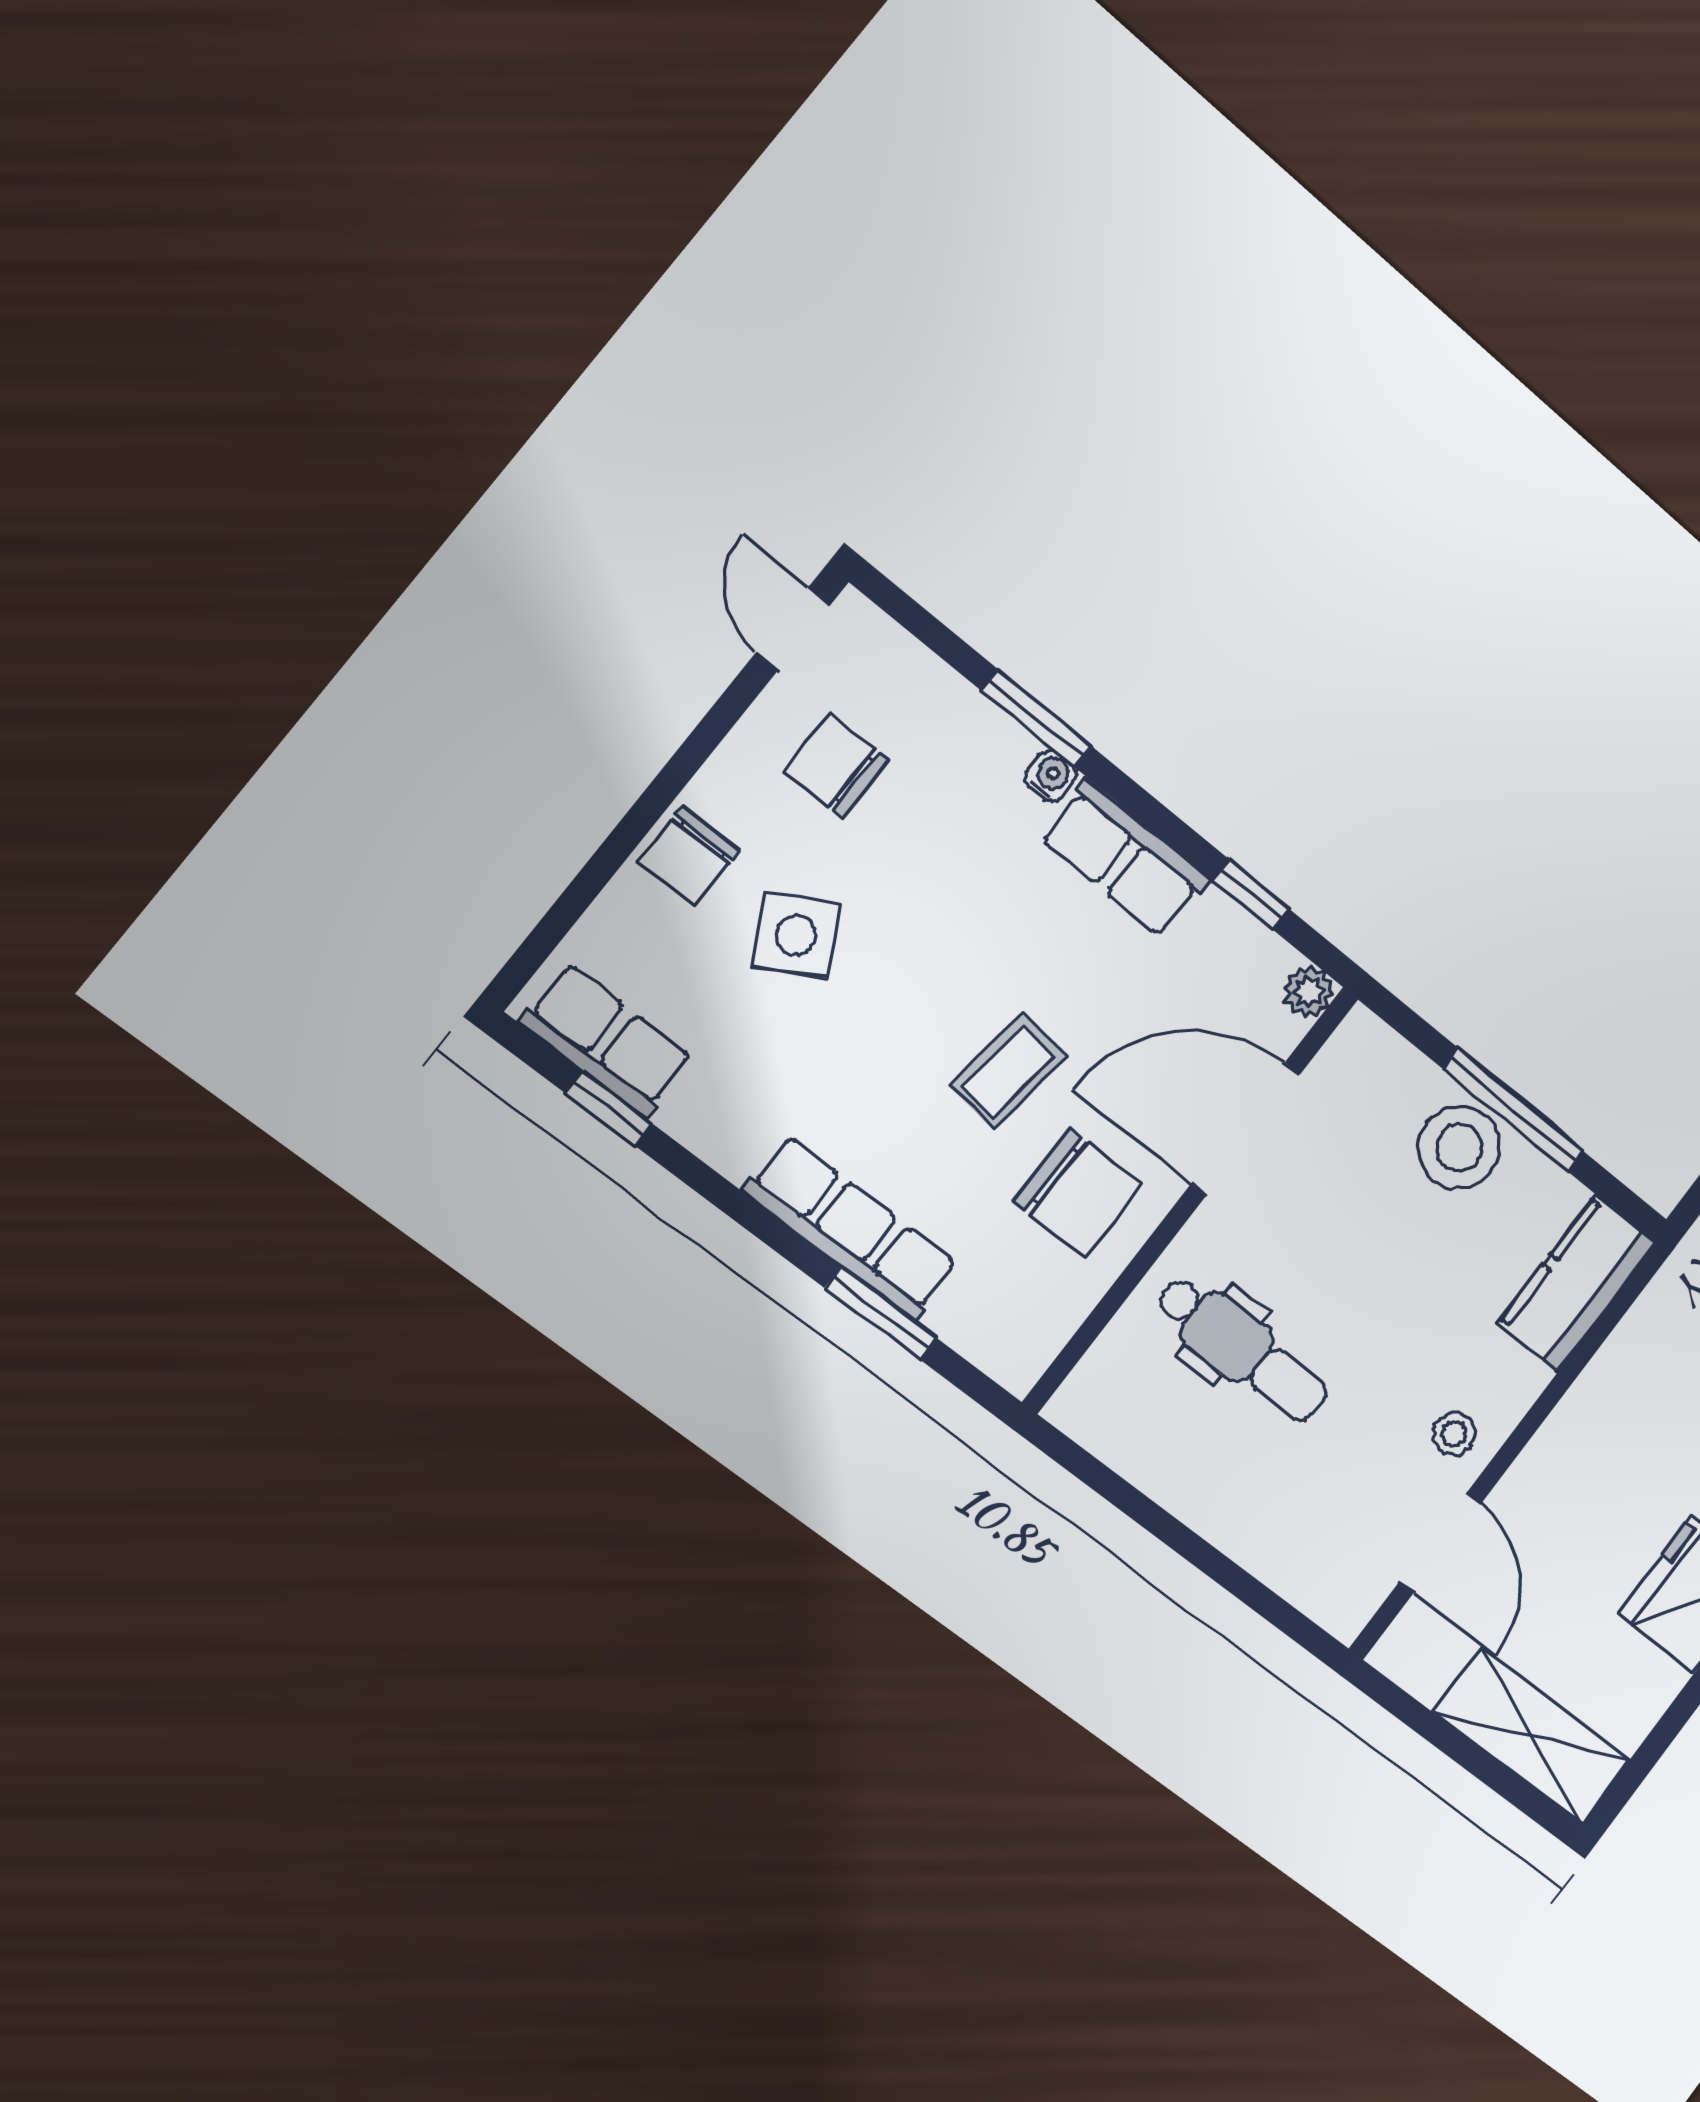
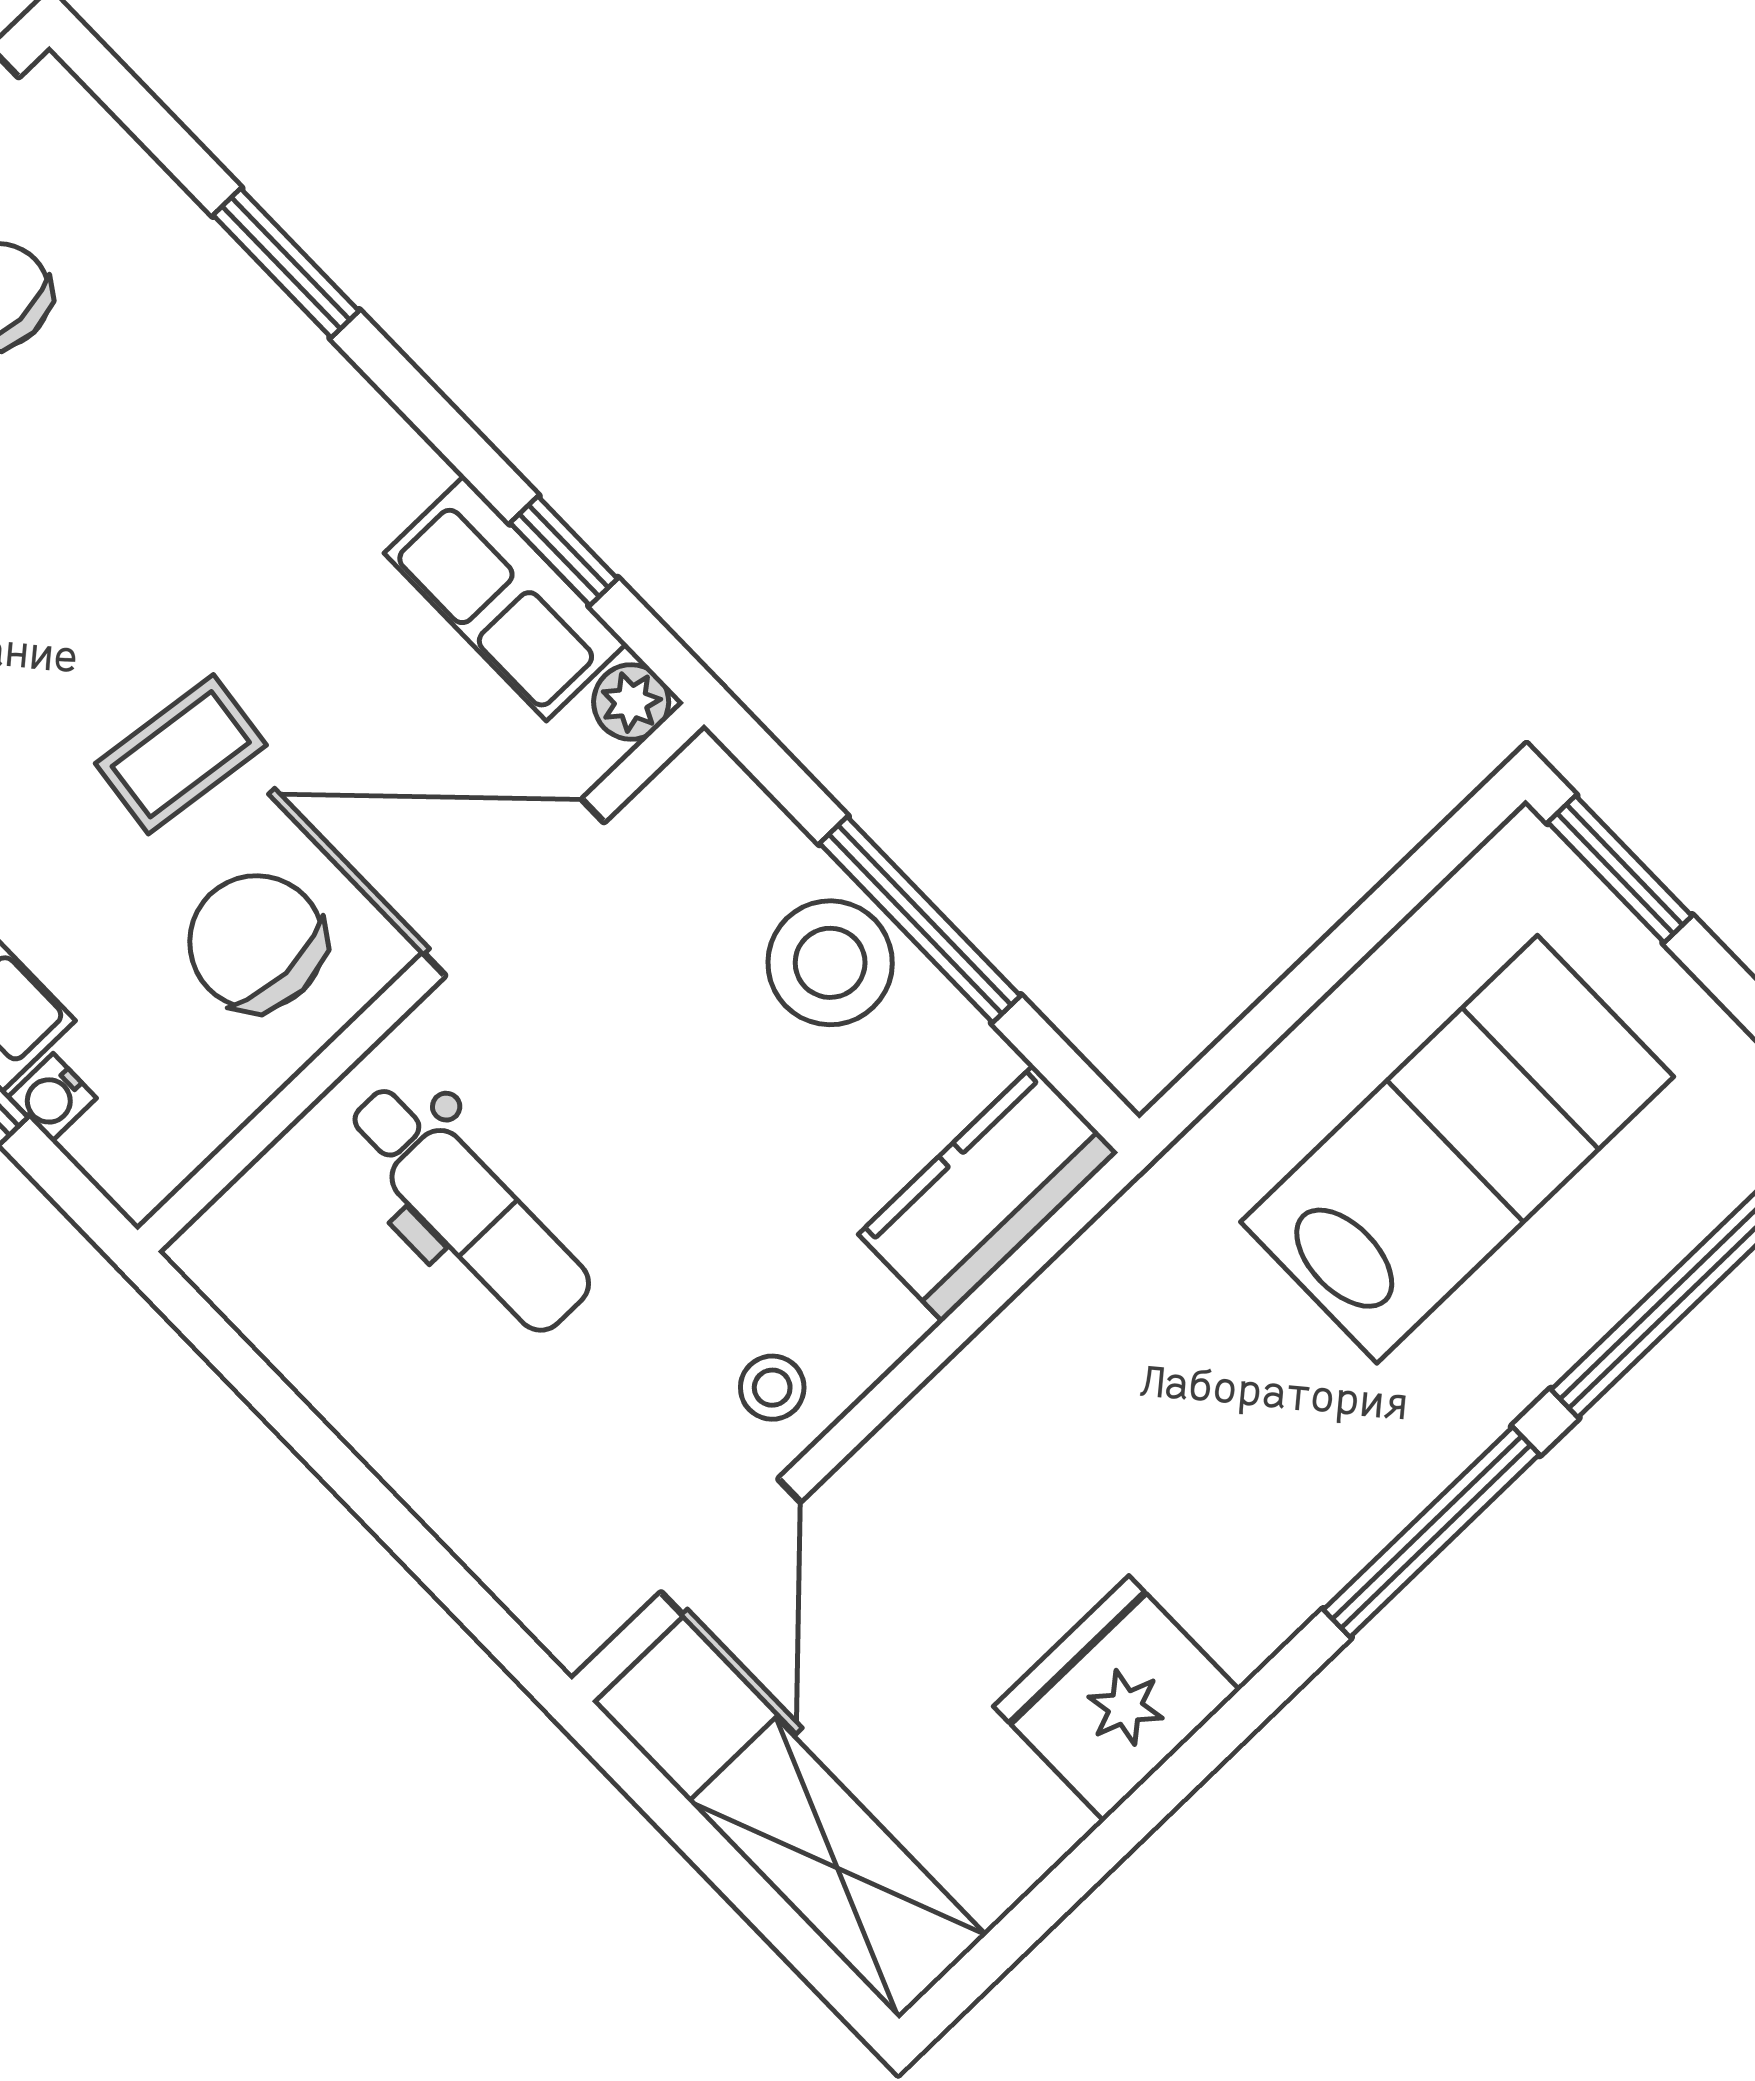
water cooler: (1051, 776) -> (52, 1097), moved, turned 180
row of seats: (1125, 858) -> (505, 598), moved
chair: (1077, 1193) -> (257, 942), turned 180

